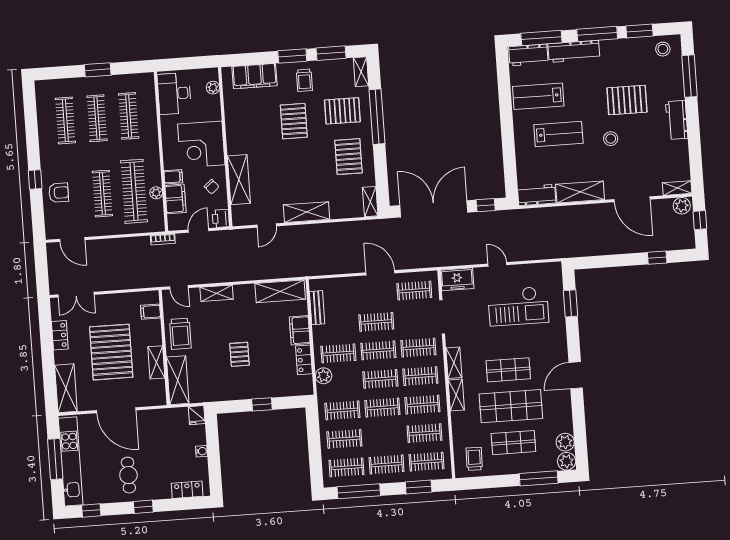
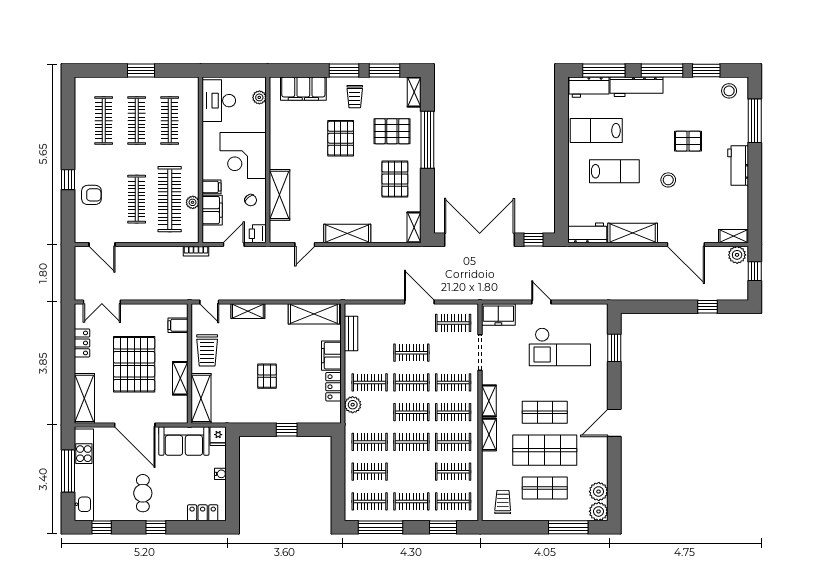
pallet: (627, 100) -> (688, 141), width x0.67, depth x0.71
sofa: (164, 422) -> (184, 441), added

